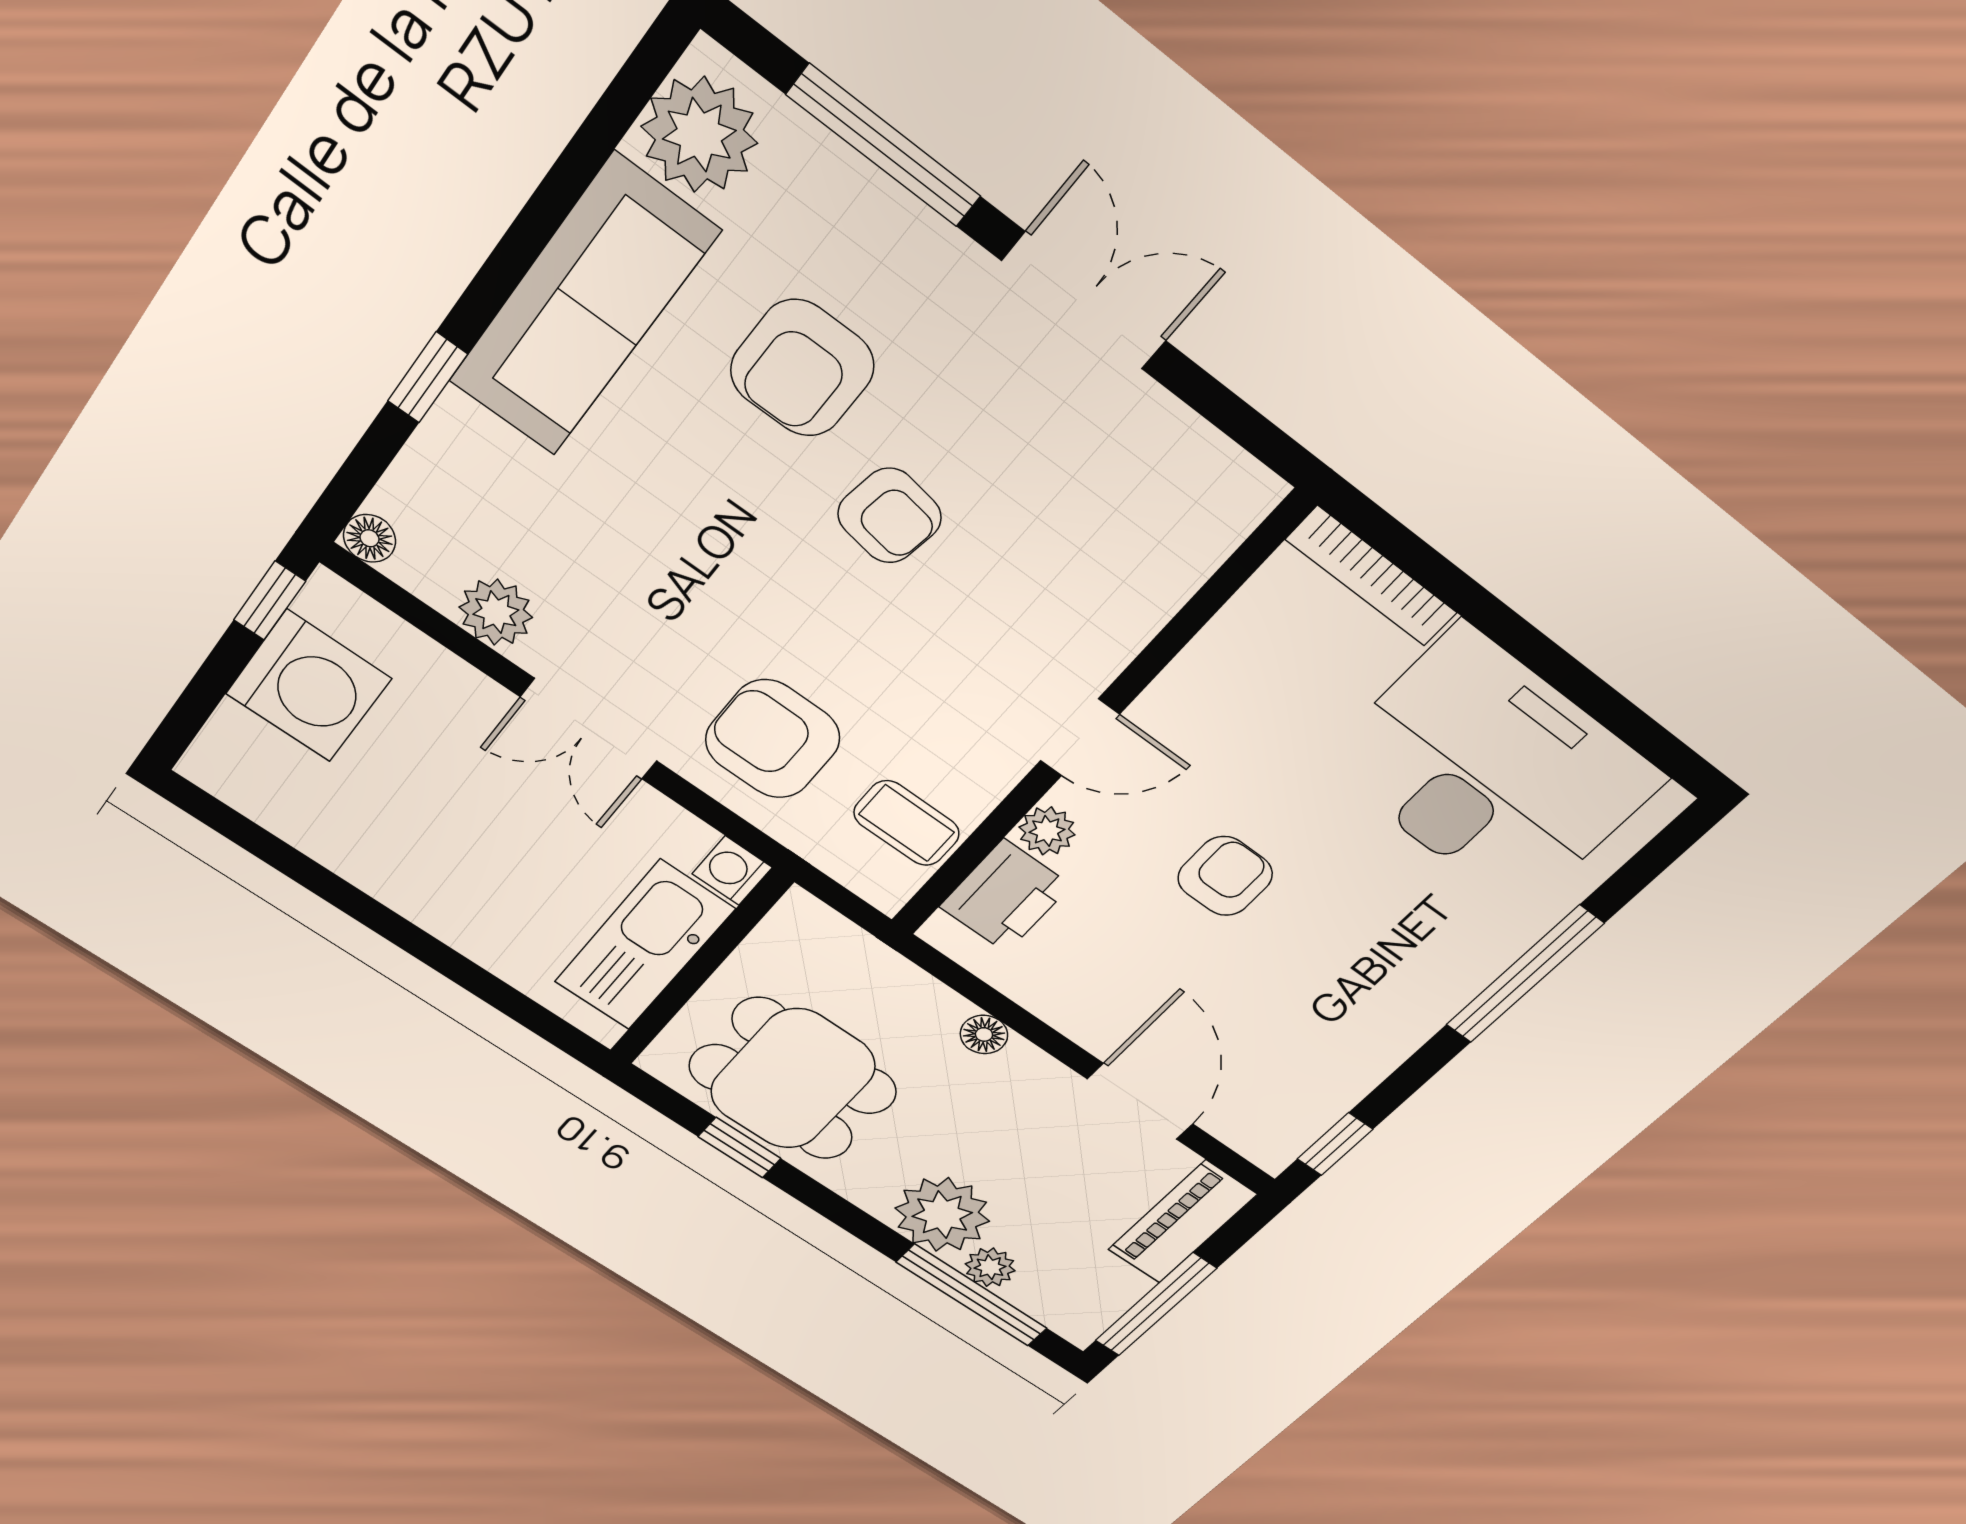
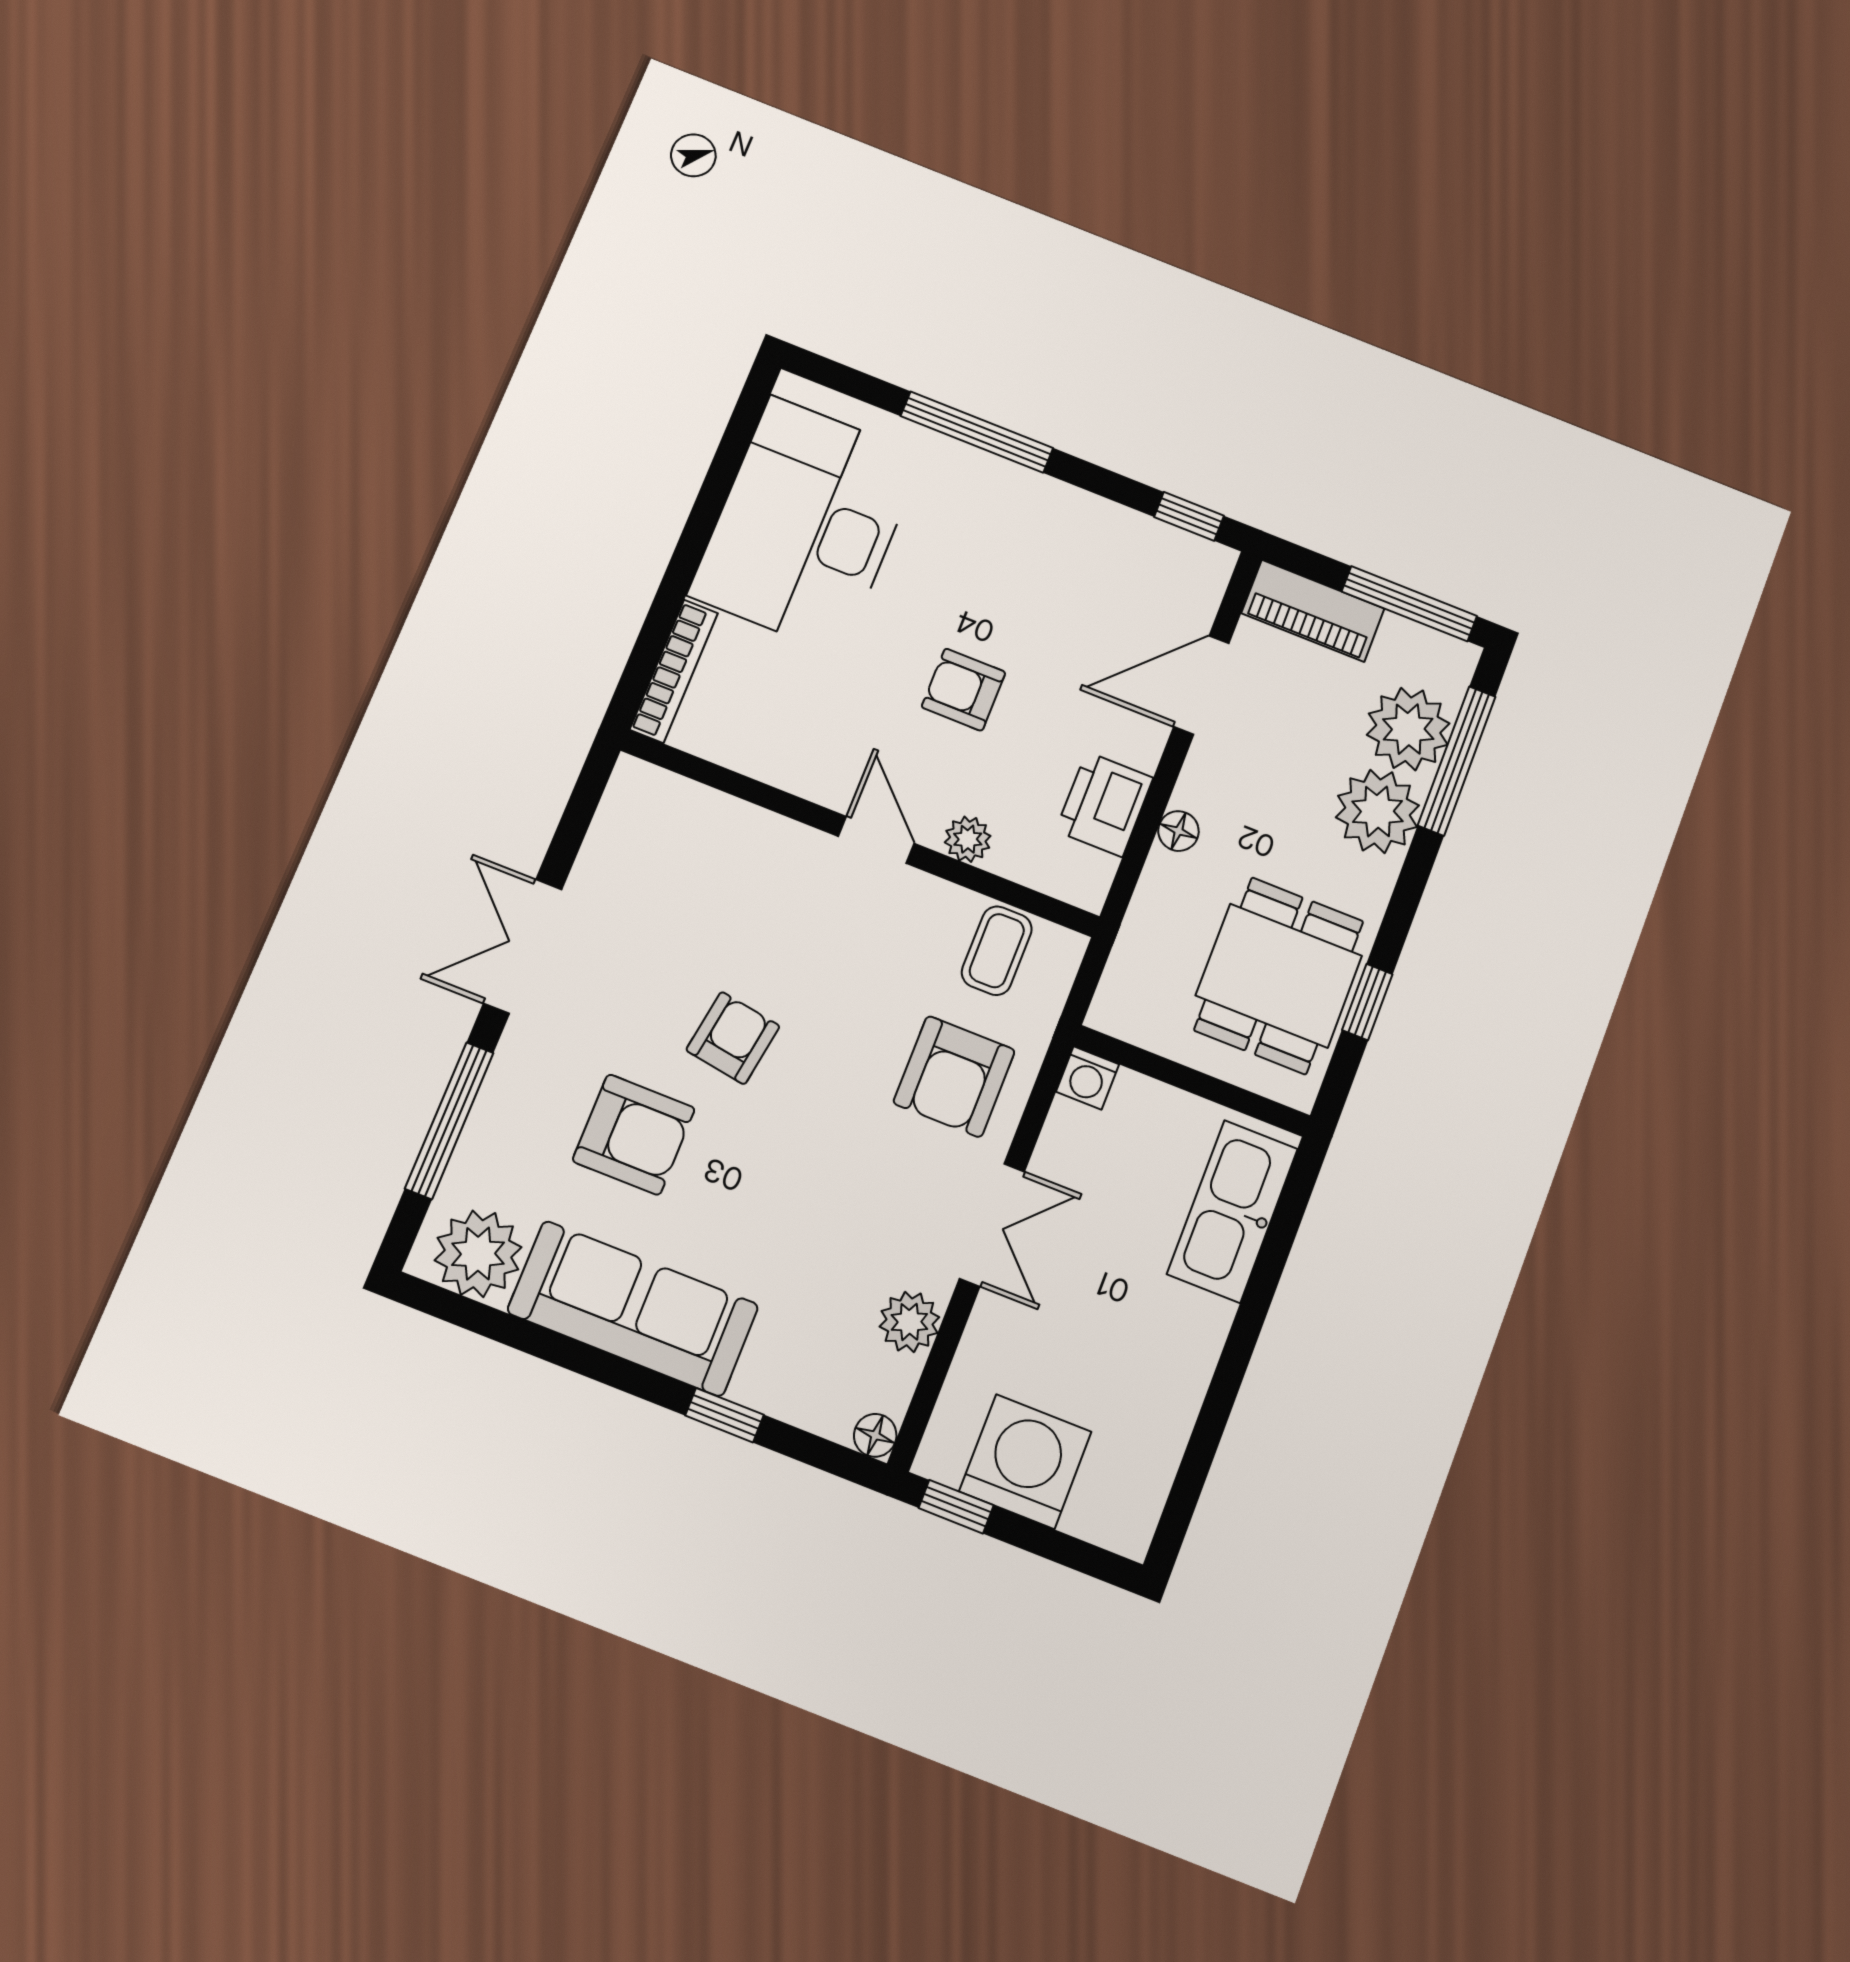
printer: (1005, 896) -> (1104, 804), moved, turned -90
kitchen sink: (644, 945) -> (1232, 1211), moved, turned 90
plant: (990, 1267) -> (1408, 729), width x1.87, depth x1.87

